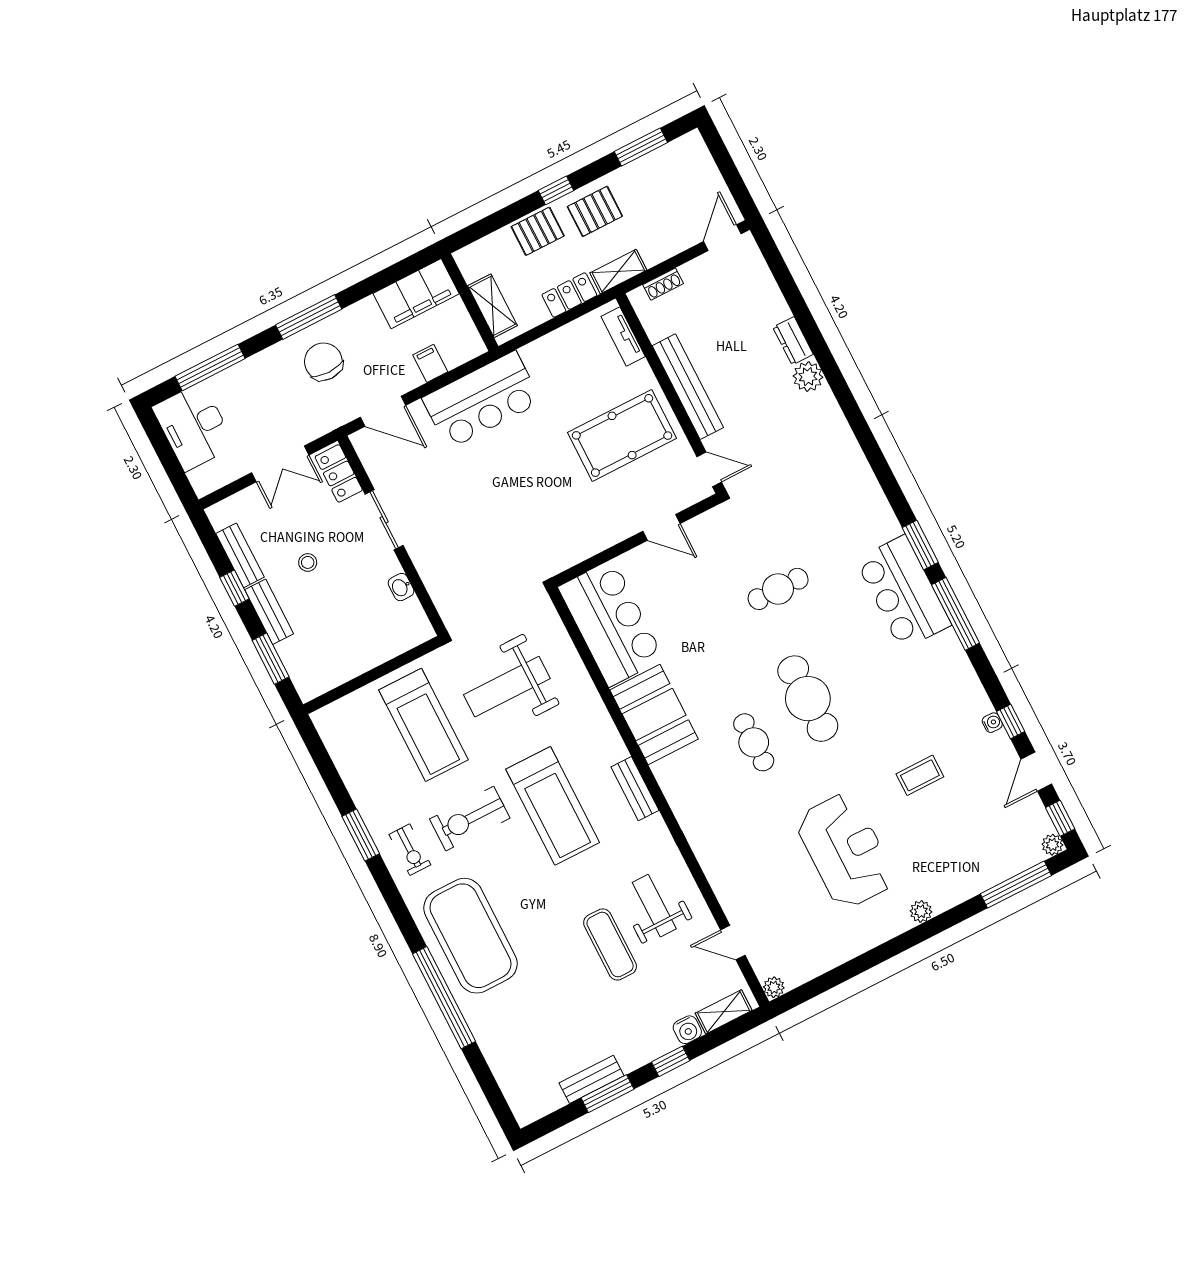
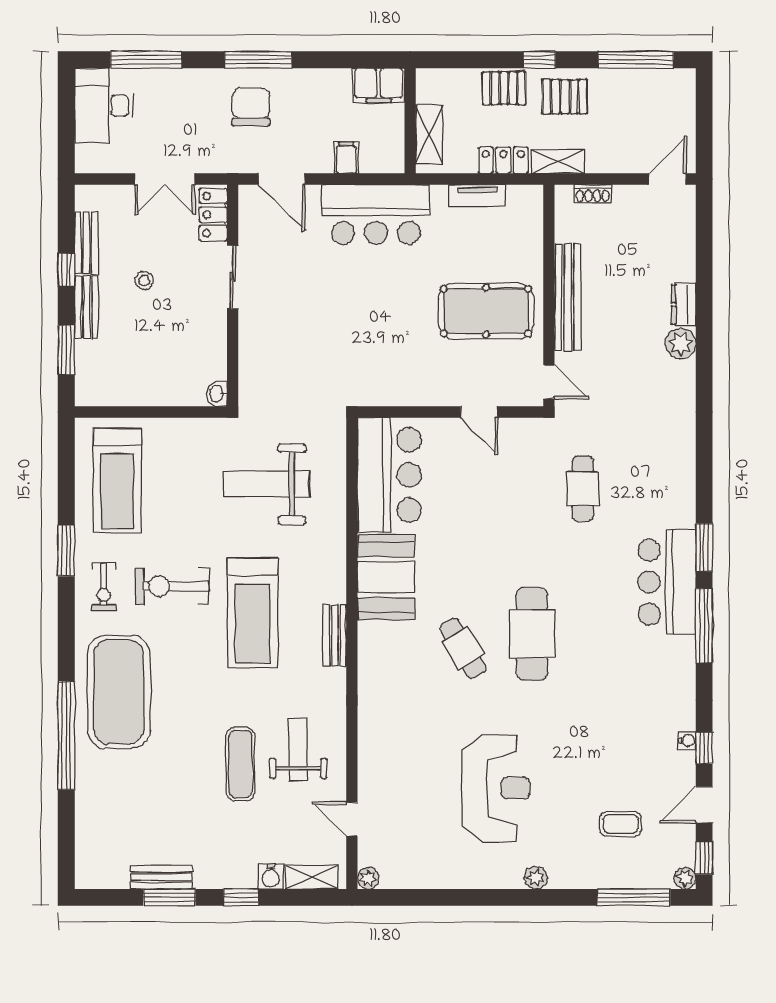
window: (641, 147) -> (636, 60), width x1.44
filing cabinet: (416, 294) -> (379, 85), width x0.67, depth x0.86
tv unit: (623, 337) -> (477, 195), moved, turned -90
washbasin: (401, 587) -> (217, 394), moved
cafe table: (778, 589) -> (583, 489), moved, turned 90
treadmill: (424, 725) -> (117, 481), moved
cafe table: (754, 742) -> (463, 648), turned -31
coffee table: (920, 775) -> (621, 824), moved

